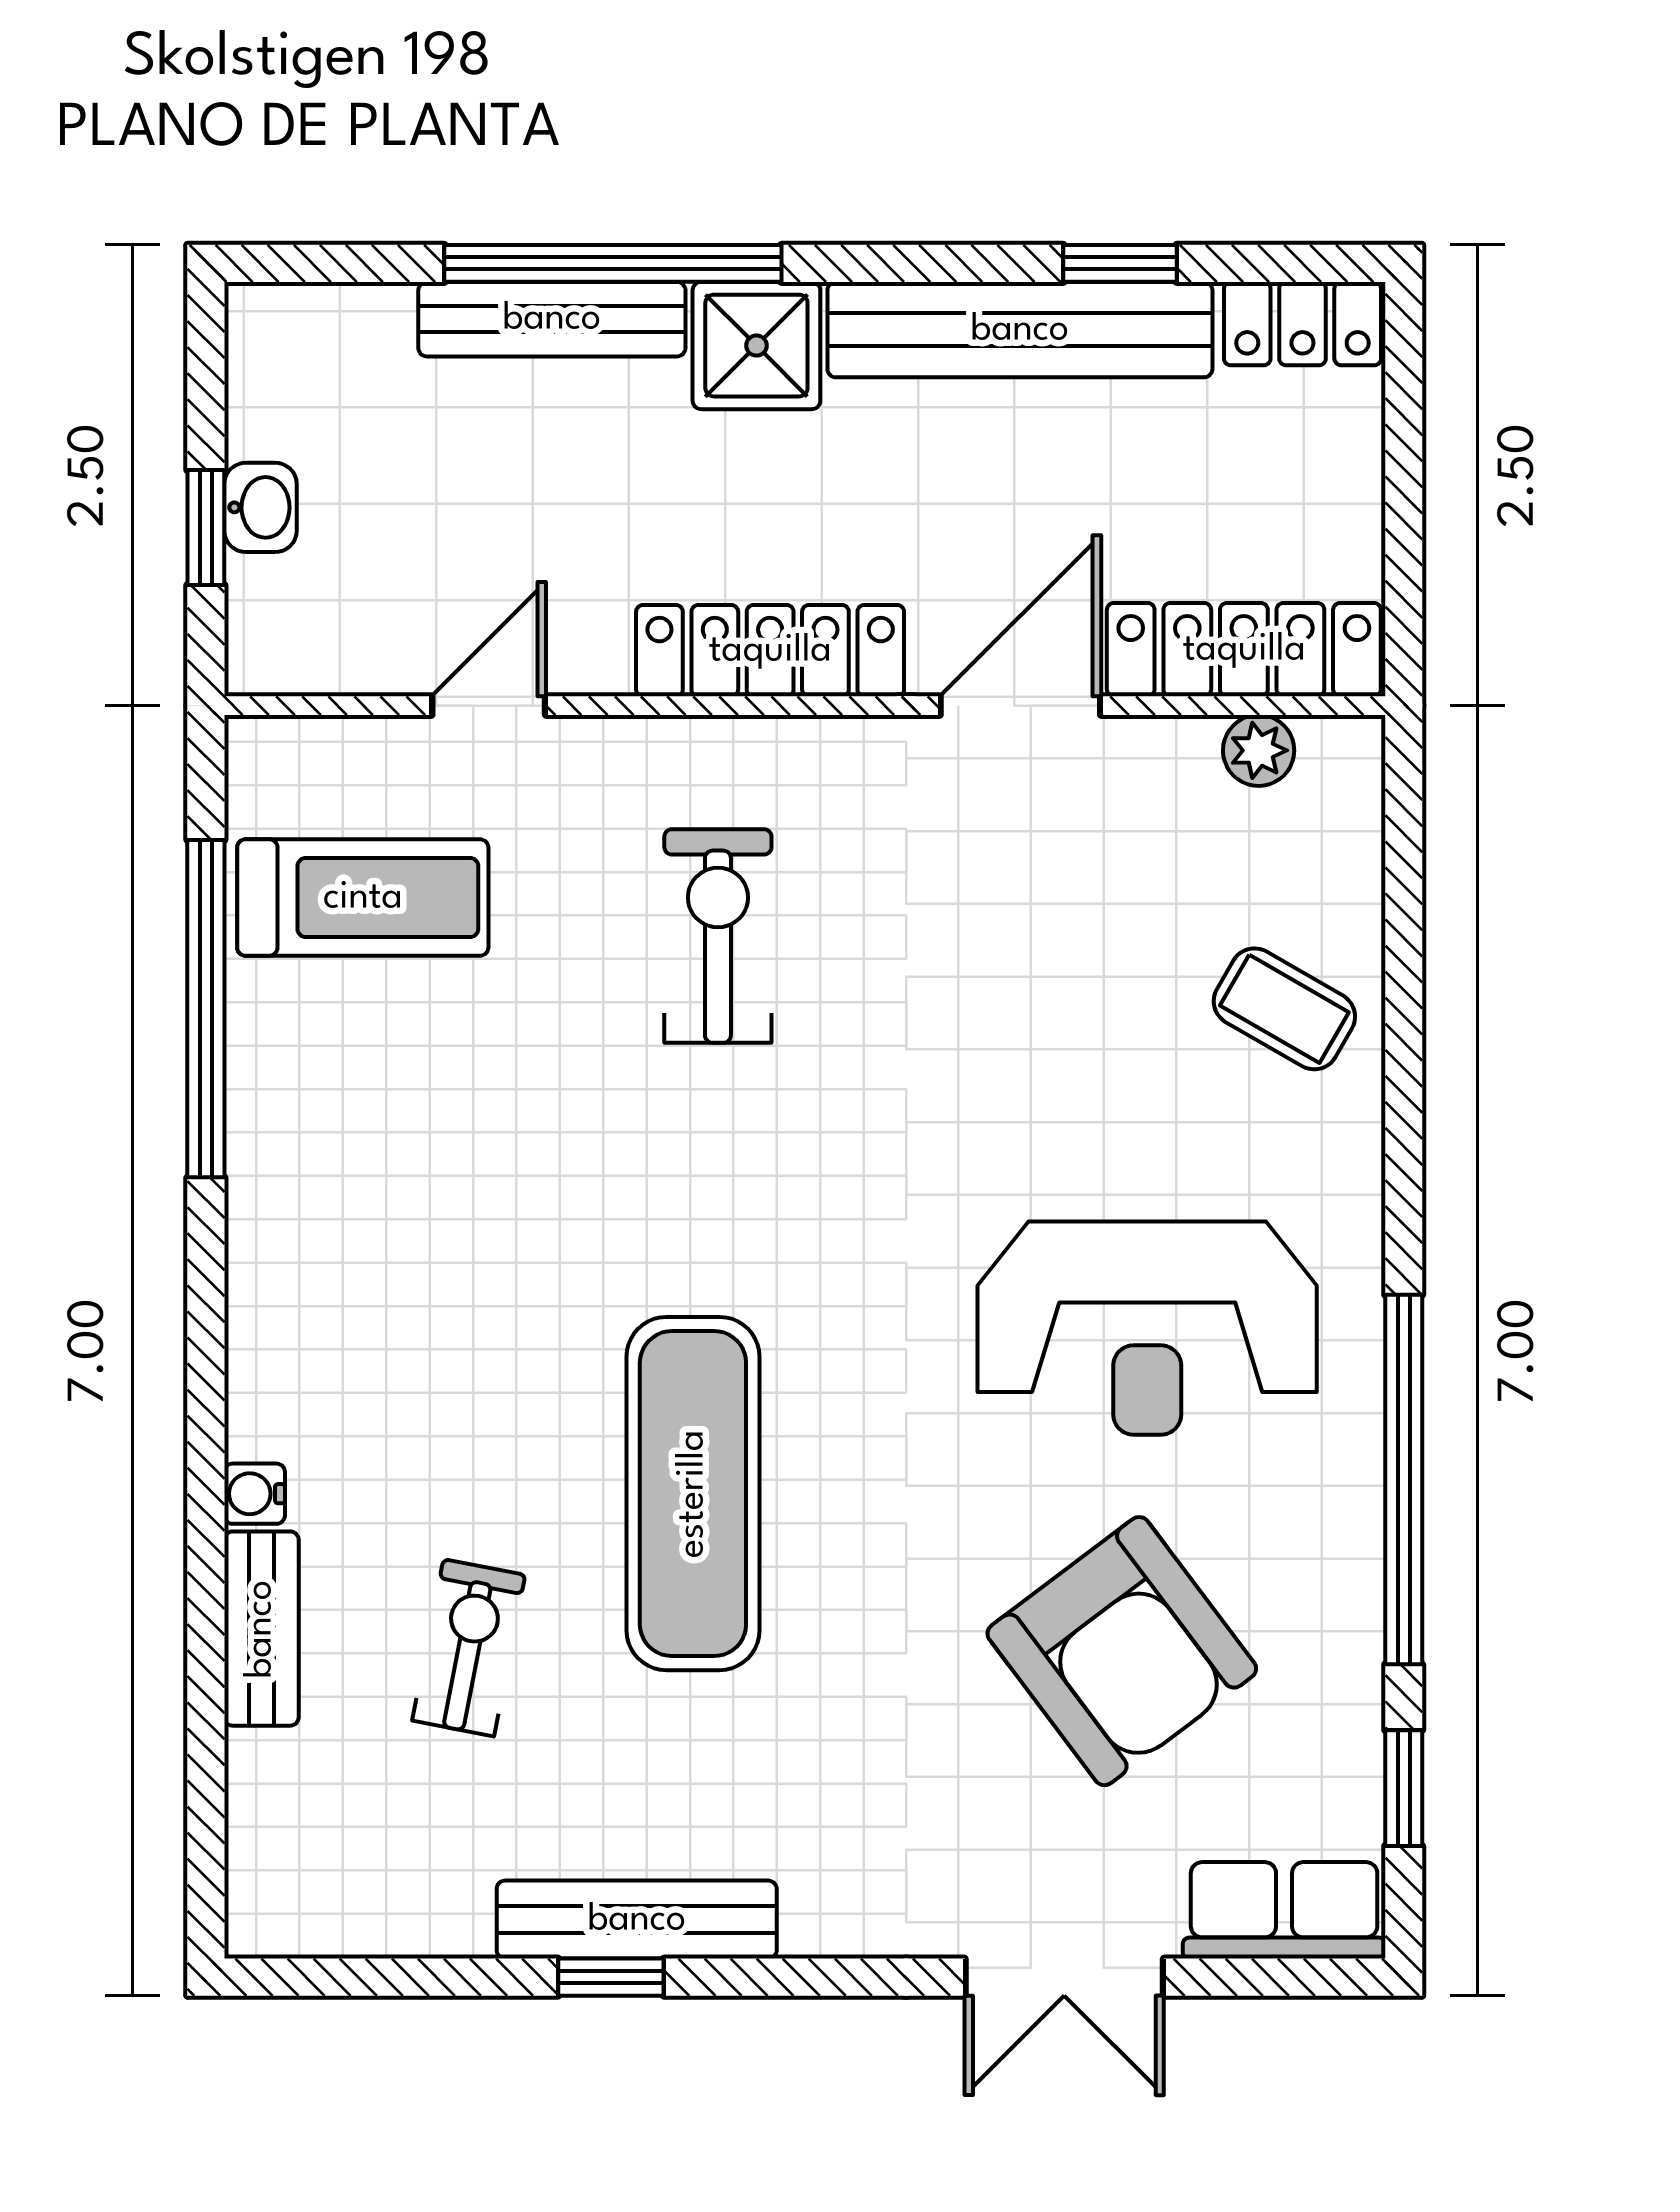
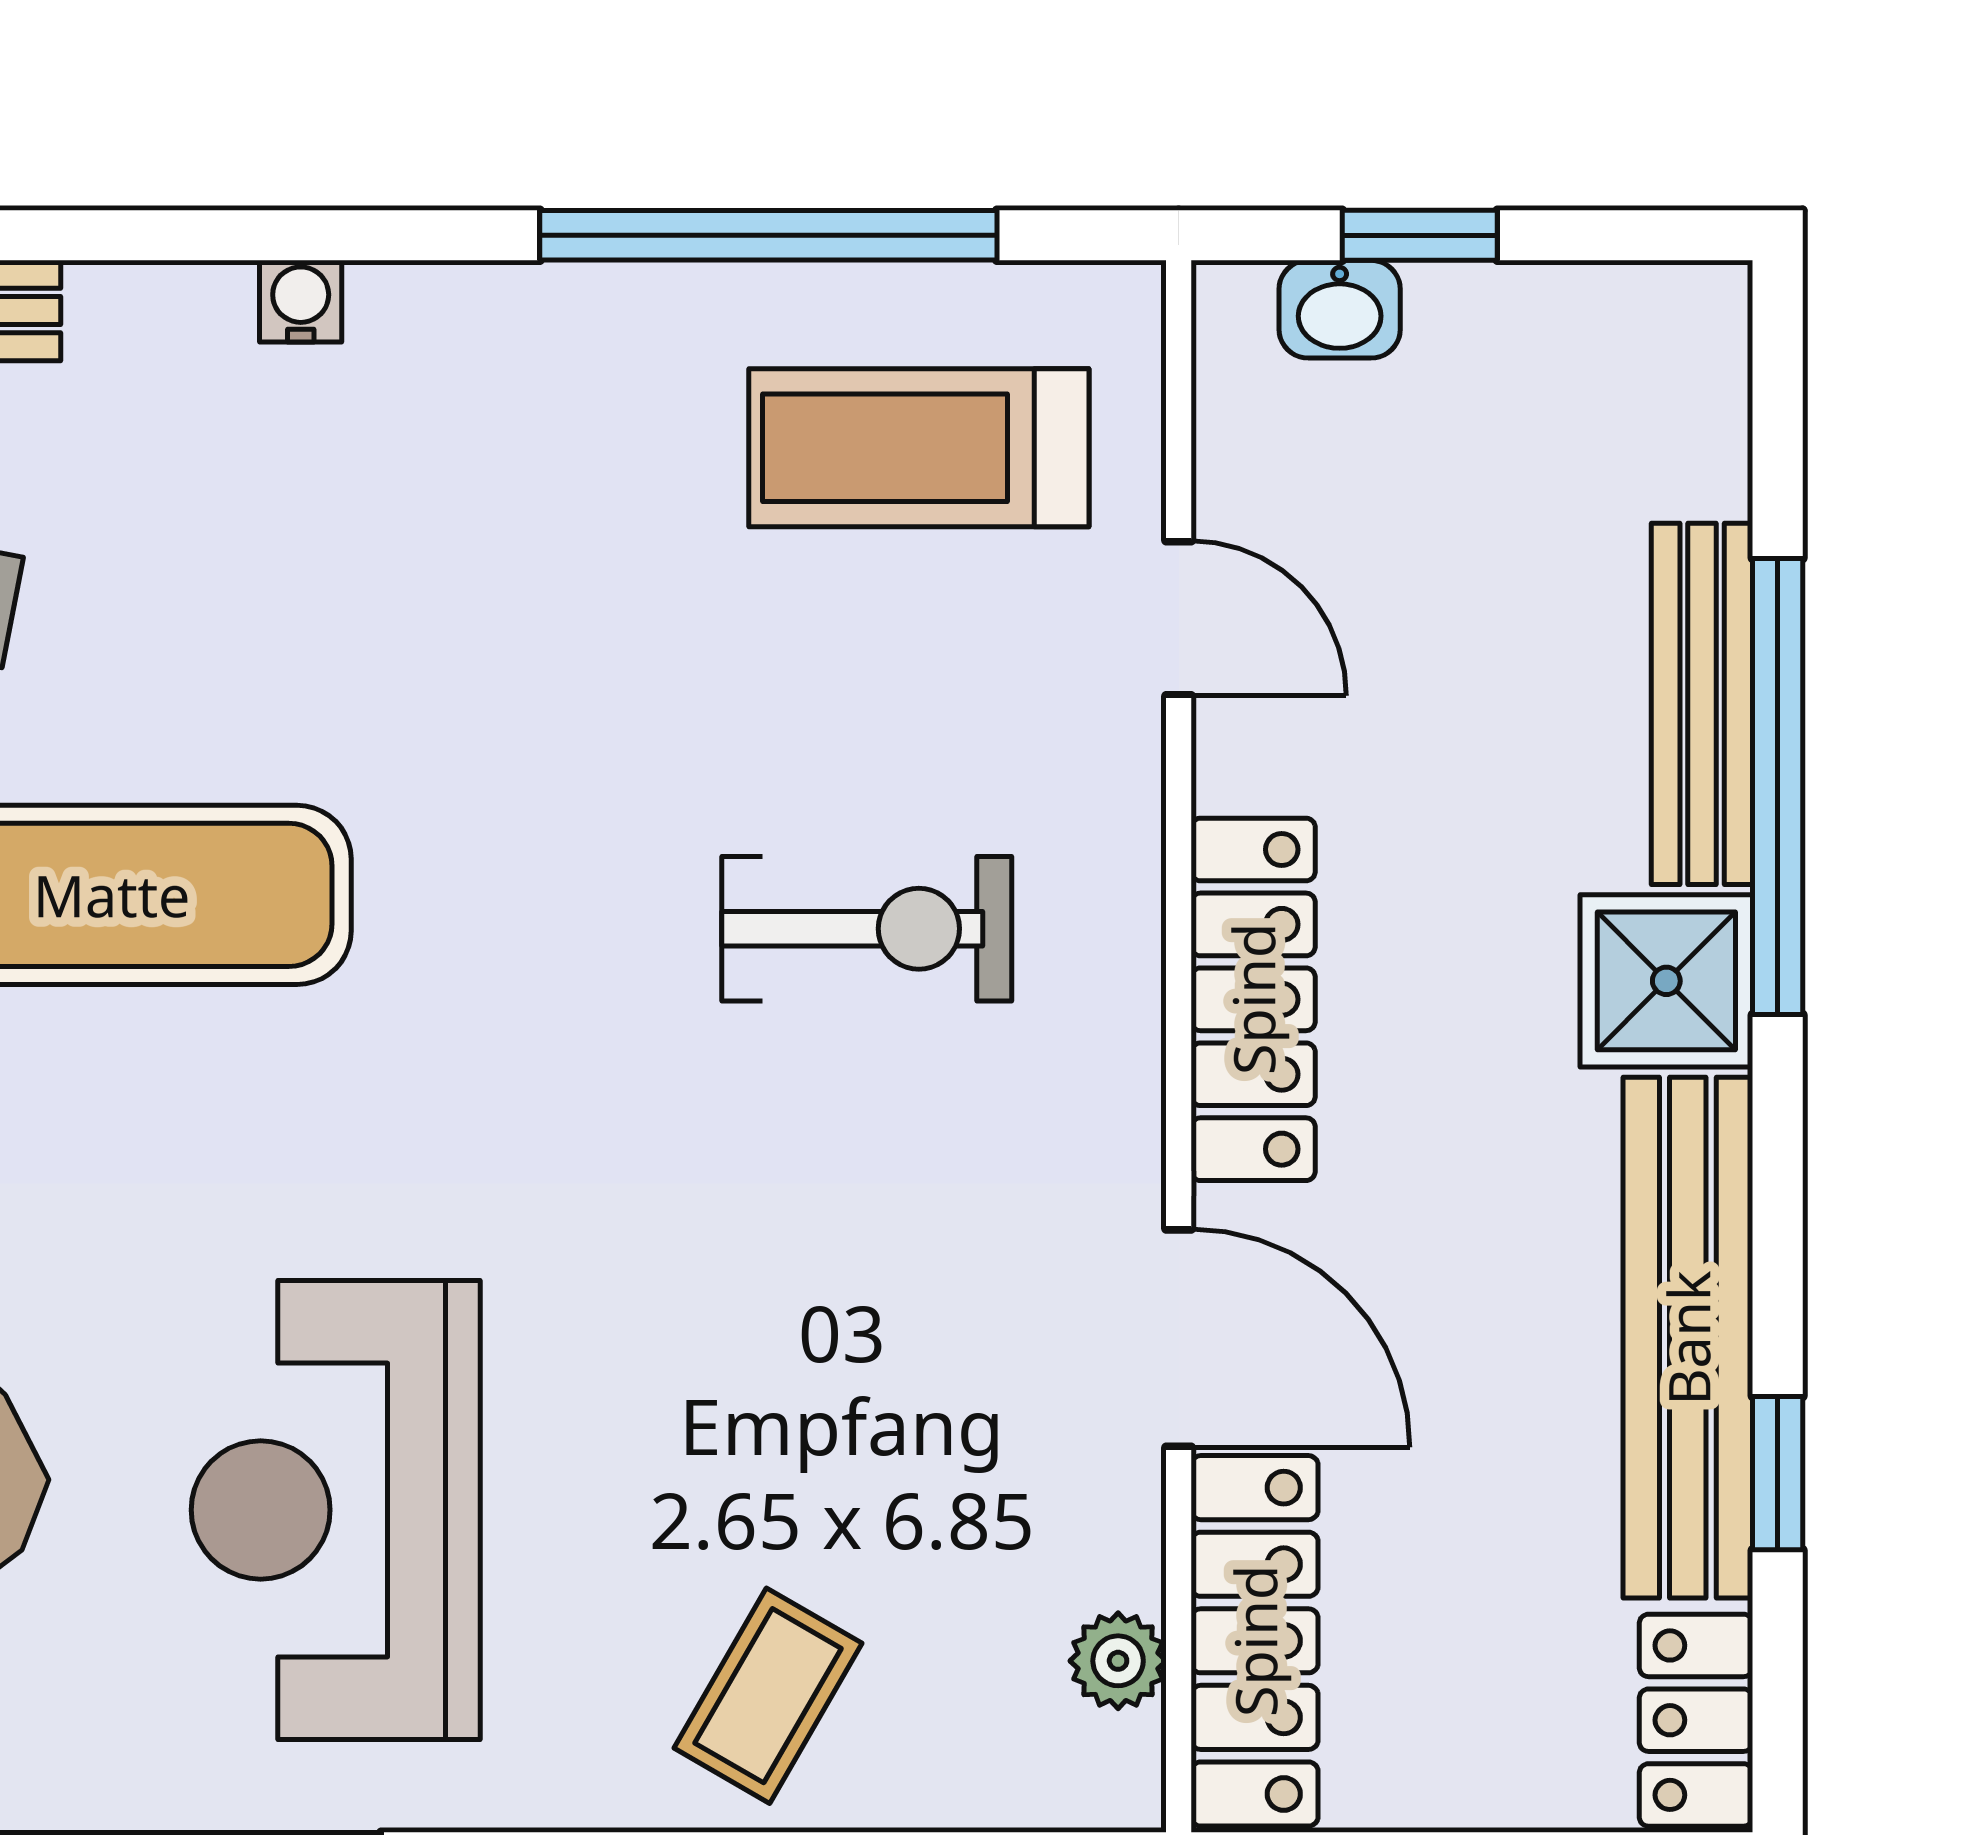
washbasin: (260, 507) -> (1340, 309), moved
treadmill: (363, 898) -> (919, 448), turned 90
water cooler: (255, 1494) -> (301, 301), moved

